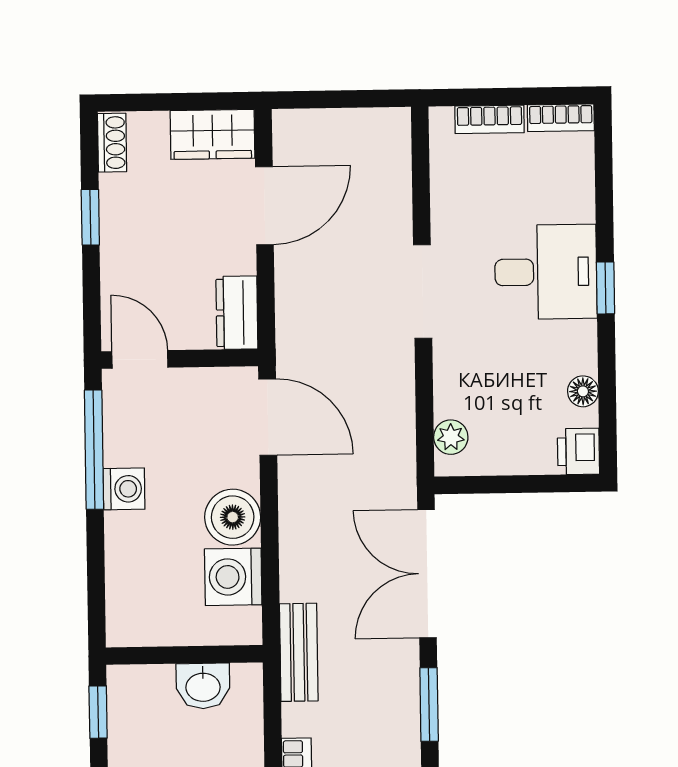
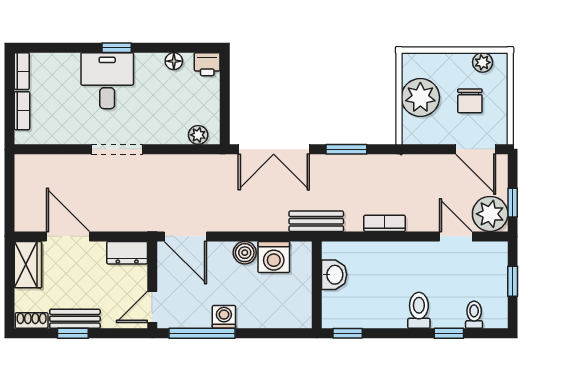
bench: (116, 220) -> (75, 319), added
door: (268, 417) -> (185, 236), swing flipped
boiler: (233, 517) -> (245, 253), width x0.73, depth x0.73

